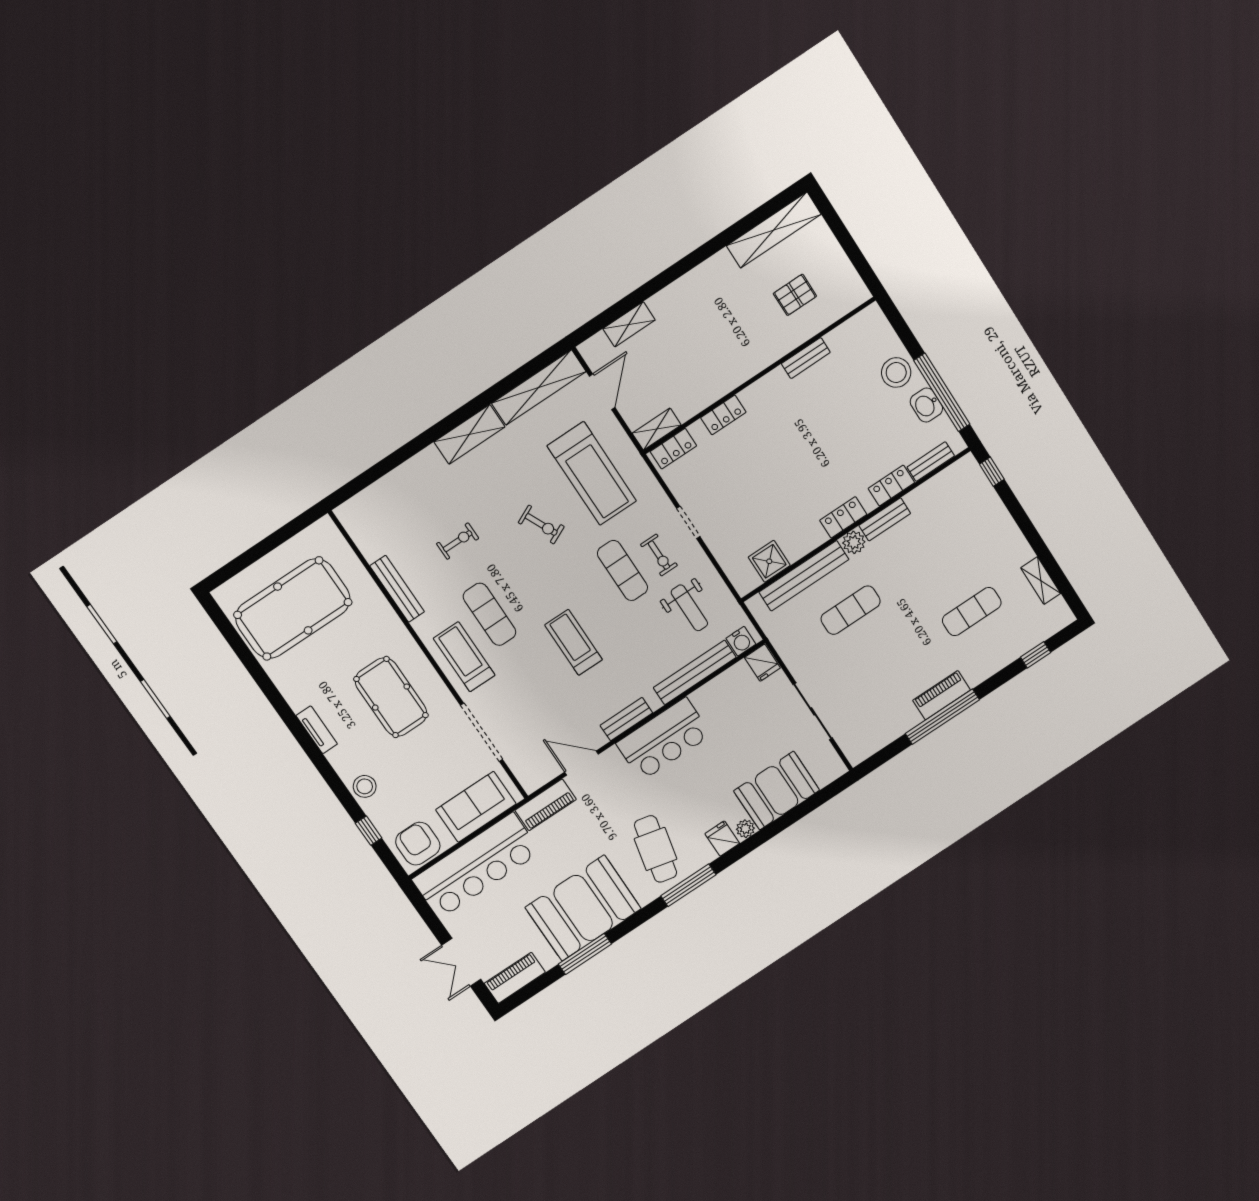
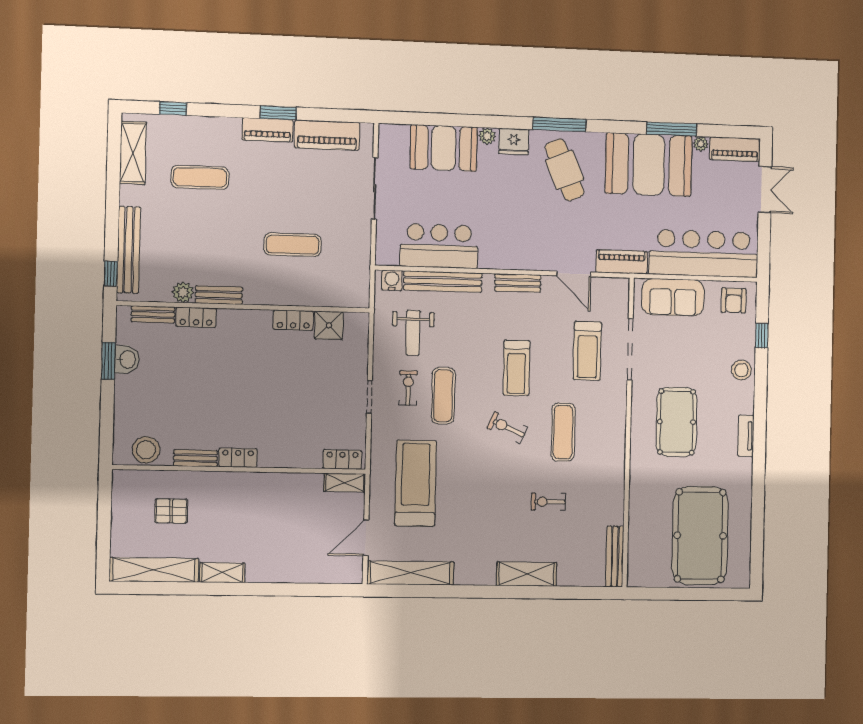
shelving: (629, 324) -> (222, 573), moved
stool: (896, 373) -> (146, 450), moved
window: (942, 392) -> (108, 361), width x0.47
locker: (723, 415) -> (238, 458), moved
shelving: (469, 434) -> (527, 574), moved
locker: (843, 517) -> (293, 320), moved
exercise bike: (541, 525) -> (507, 428), moved, turned -41
plant: (854, 542) -> (183, 292), moved
bench: (804, 576) -> (129, 250), moved, turned 90
shelving: (1041, 581) -> (133, 153), width x1.50, depth x1.33
bench: (397, 589) -> (615, 557), moved
weight bench: (689, 608) -> (413, 333), turned 180
pool table: (293, 609) -> (700, 536), turned 90
treadmill: (464, 657) -> (587, 351), moved
fridge: (762, 663) -> (387, 253), removed
window: (942, 717) -> (278, 113), width x0.47
piano: (887, 728) -> (327, 135), added
bar counter: (664, 739) -> (439, 246), moved
fridge: (722, 839) -> (514, 141), width x1.38
armchair: (418, 844) -> (734, 300), width x0.72, depth x0.72
cafe table: (656, 849) -> (565, 170), turned -36
plant: (549, 960) -> (701, 144), added

